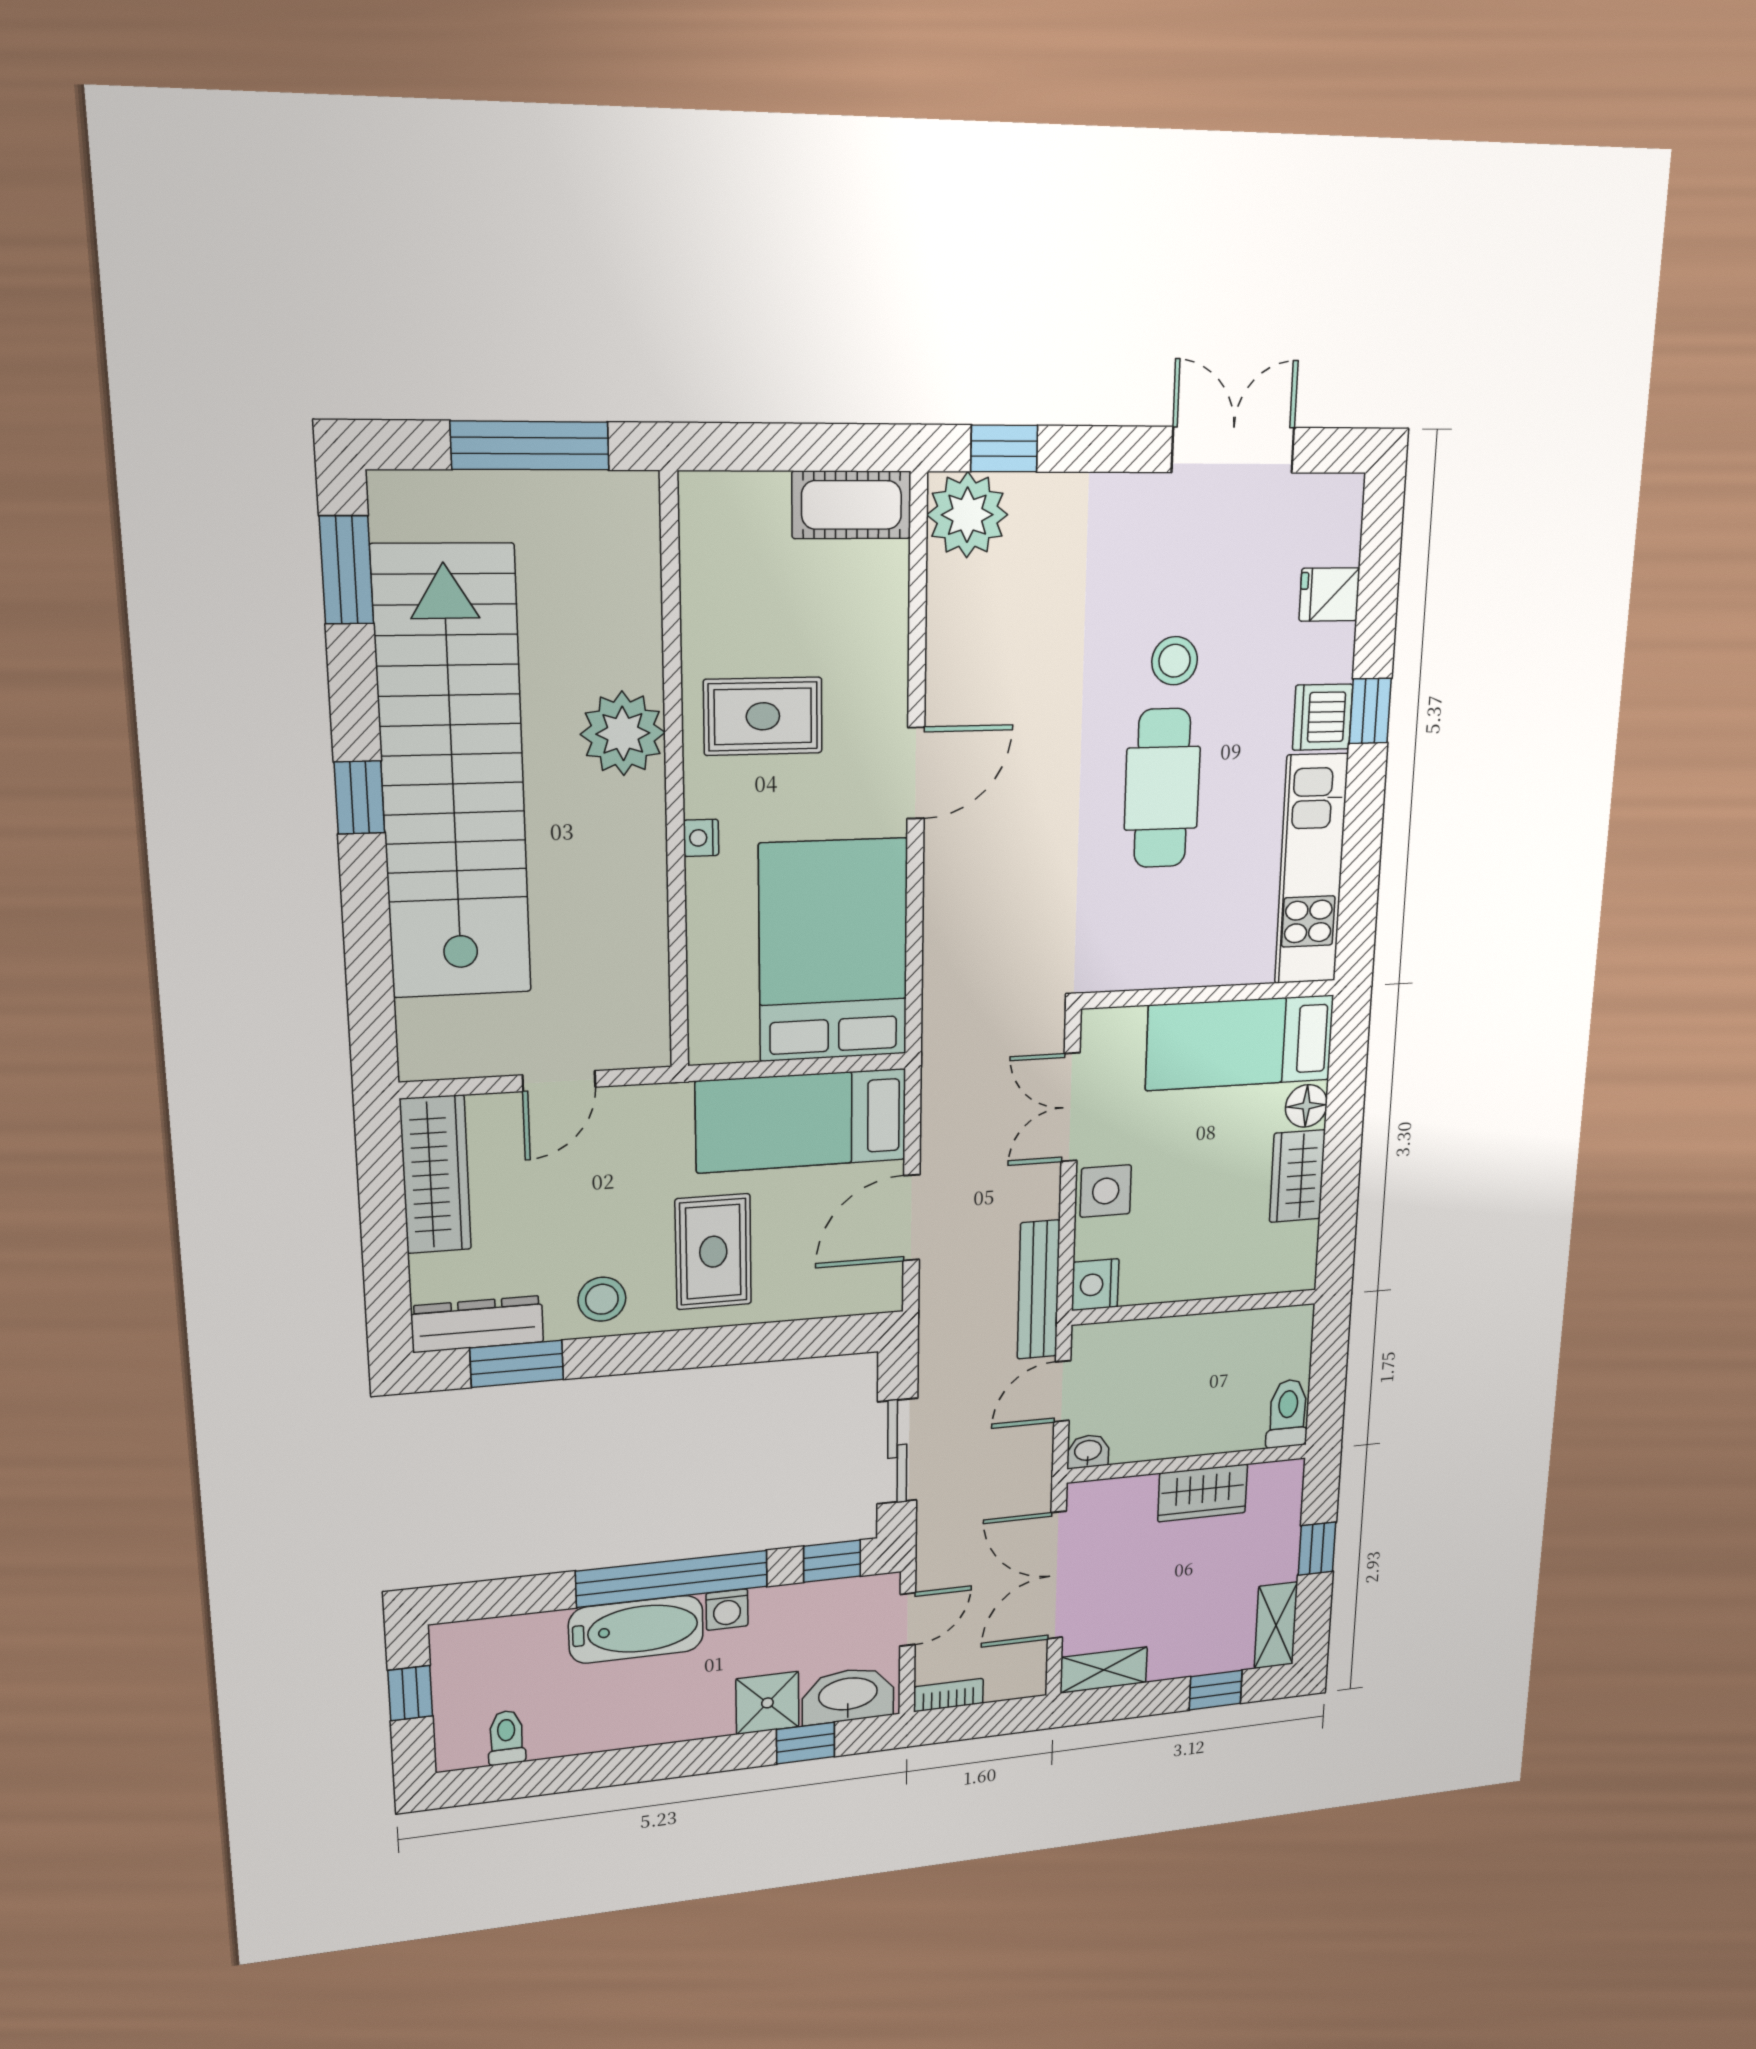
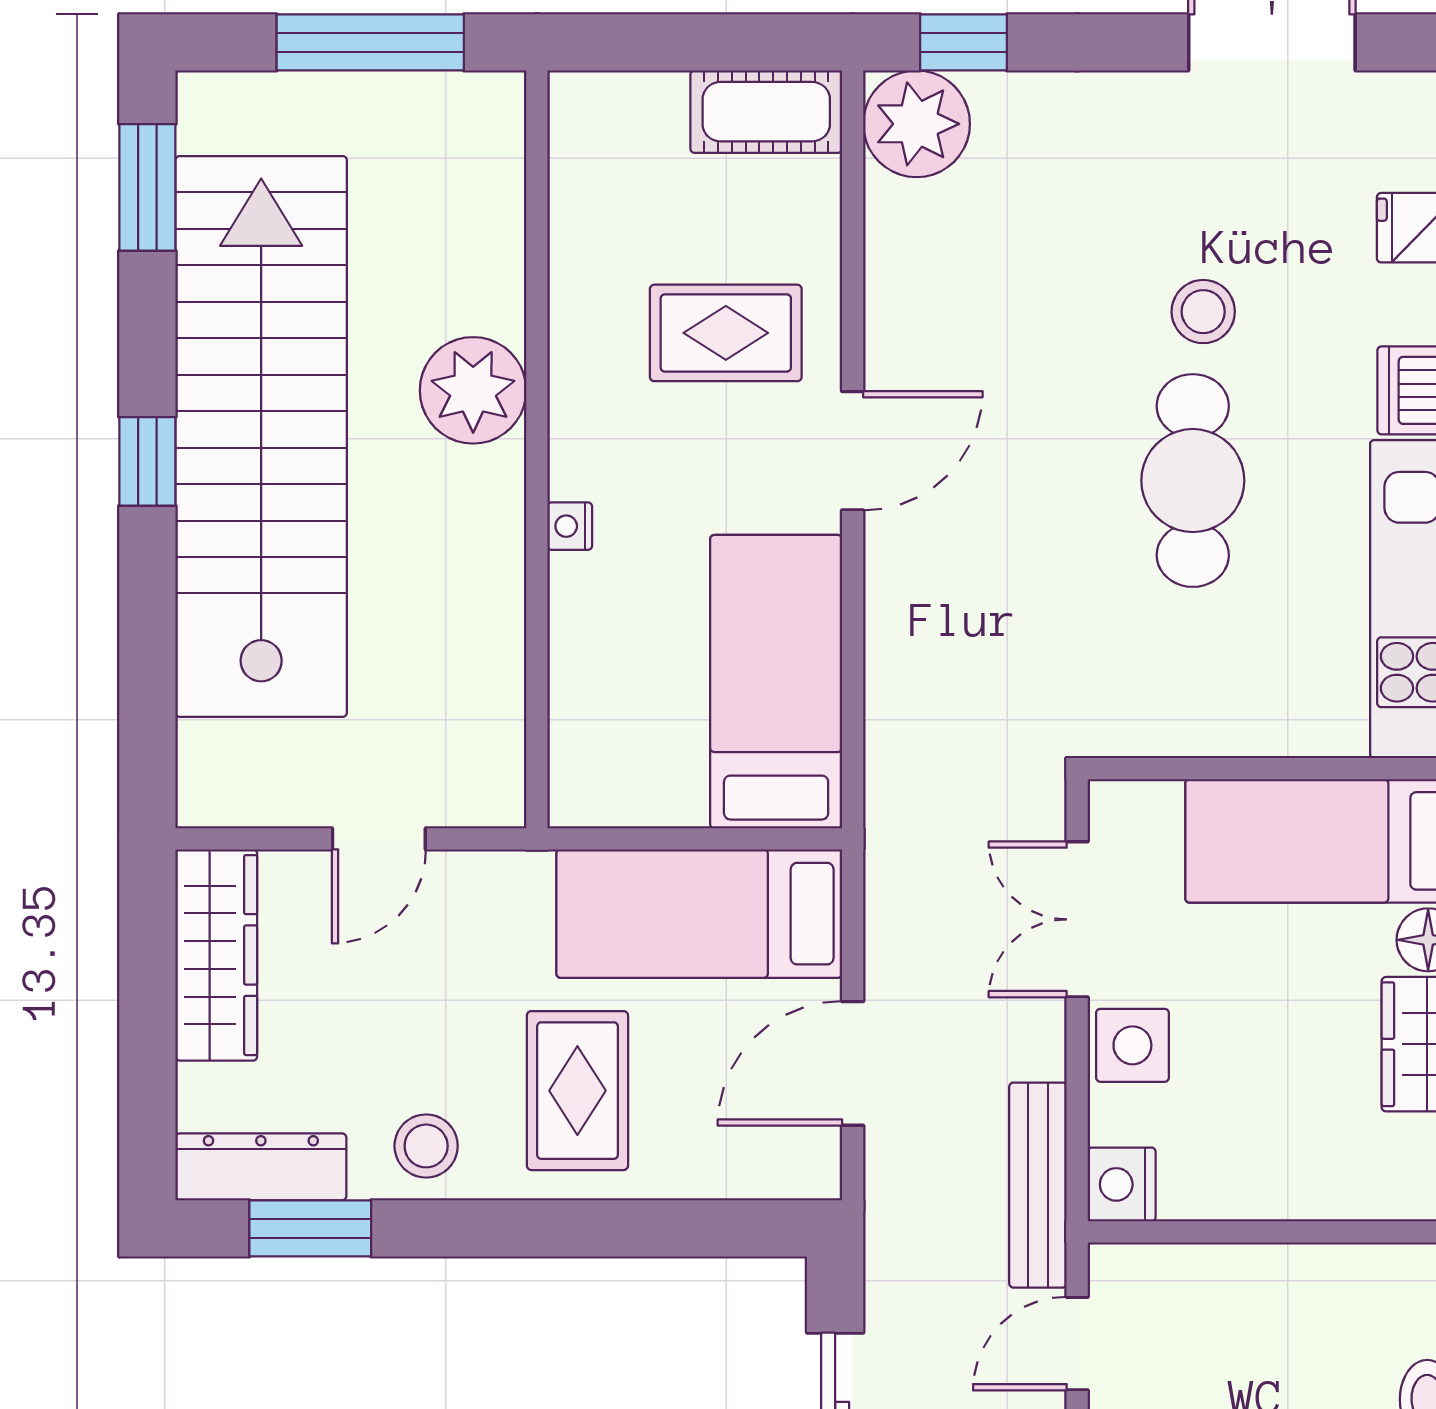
rug: (763, 716) -> (726, 333), moved
bed: (834, 950) -> (776, 682), width x0.67

